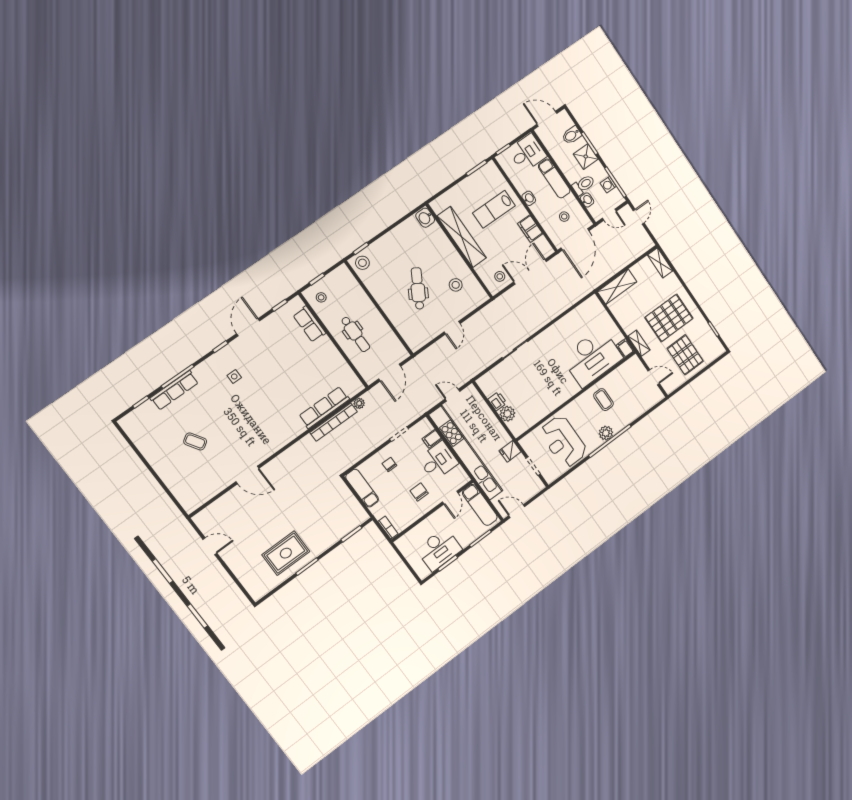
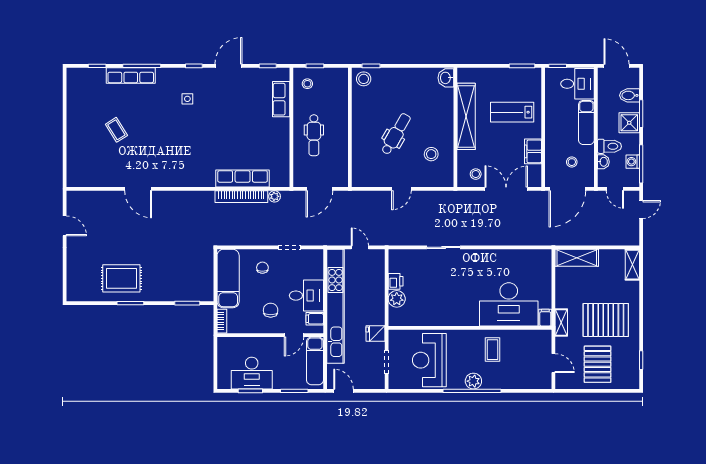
washbasin: (529, 198) -> (551, 124), removed
filing cabinet: (432, 439) -> (315, 319), moved
exam couch: (362, 488) -> (228, 279), width x1.36, depth x1.45

